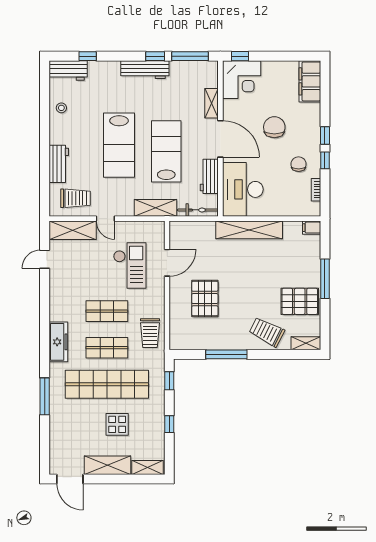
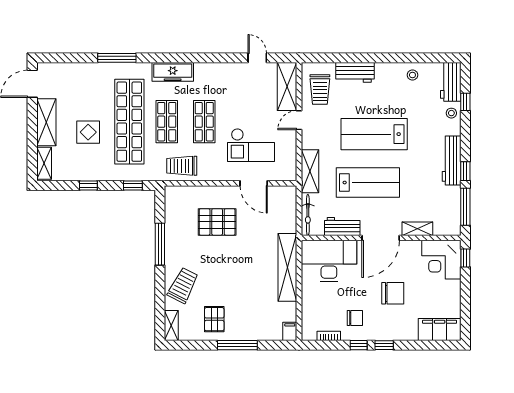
stool: (99, 70) -> (451, 113), added
pallet: (300, 301) -> (214, 319), width x0.67, depth x0.71

